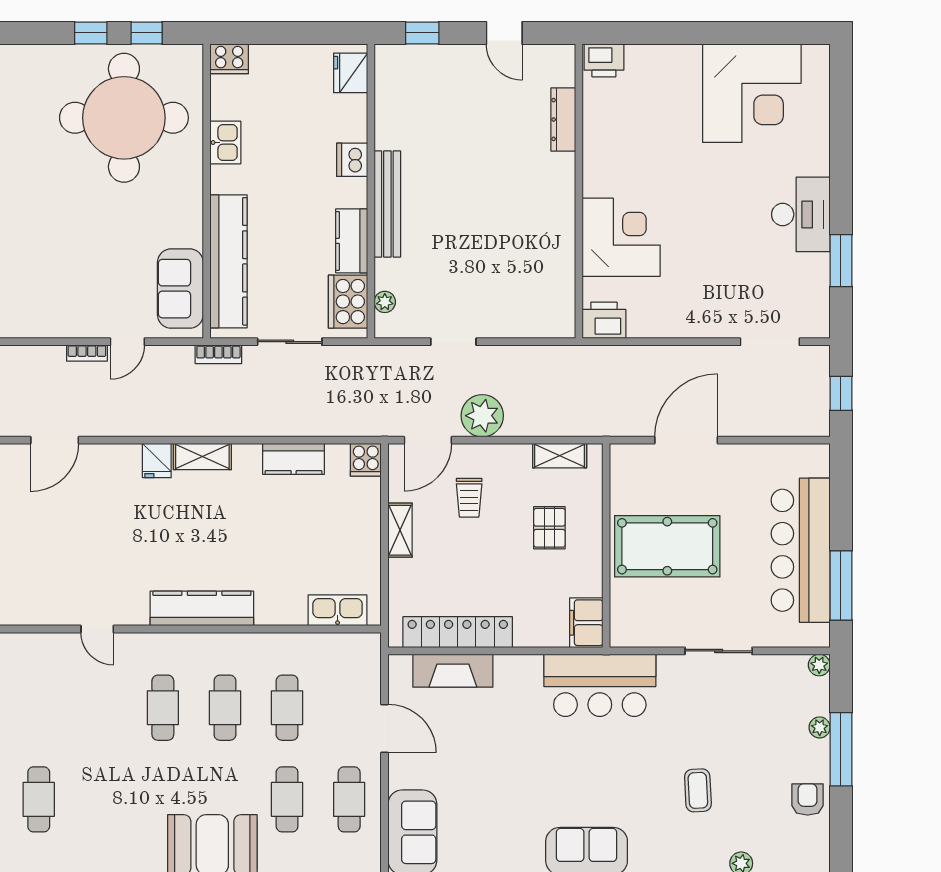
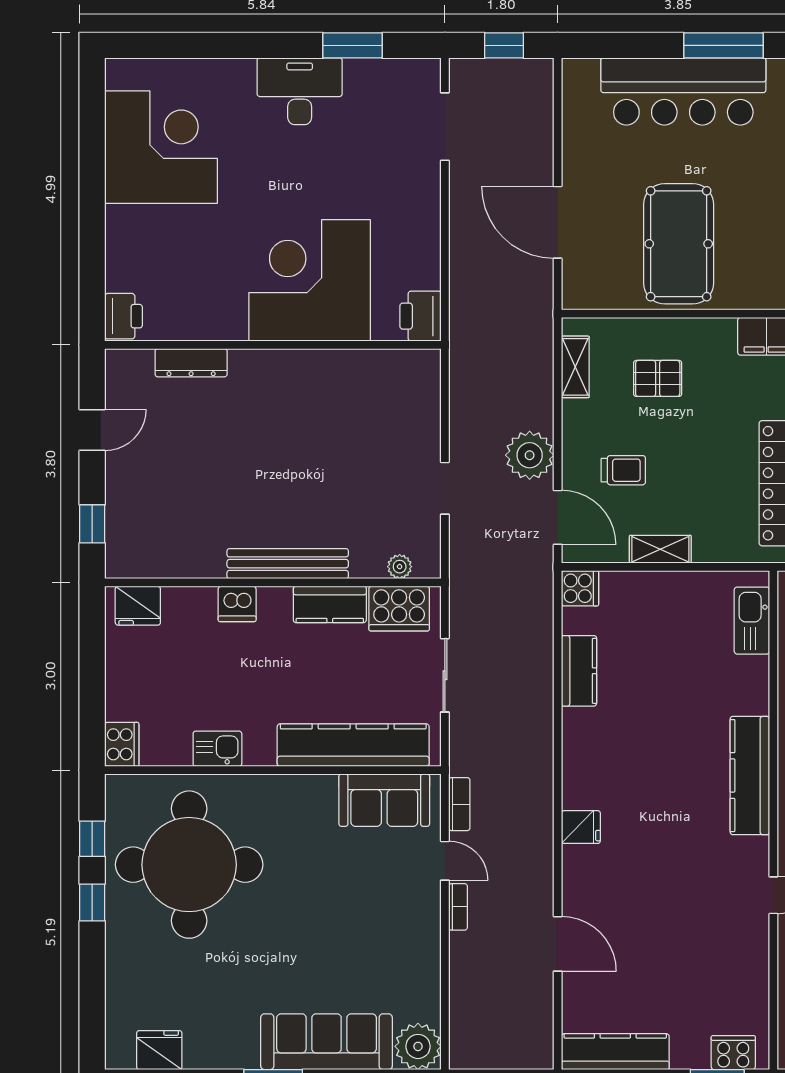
corner desk: (621, 237) -> (310, 280), width x1.36, depth x1.36
bookcase: (218, 354) -> (459, 804), moved
shelving: (202, 457) -> (576, 775), removed

